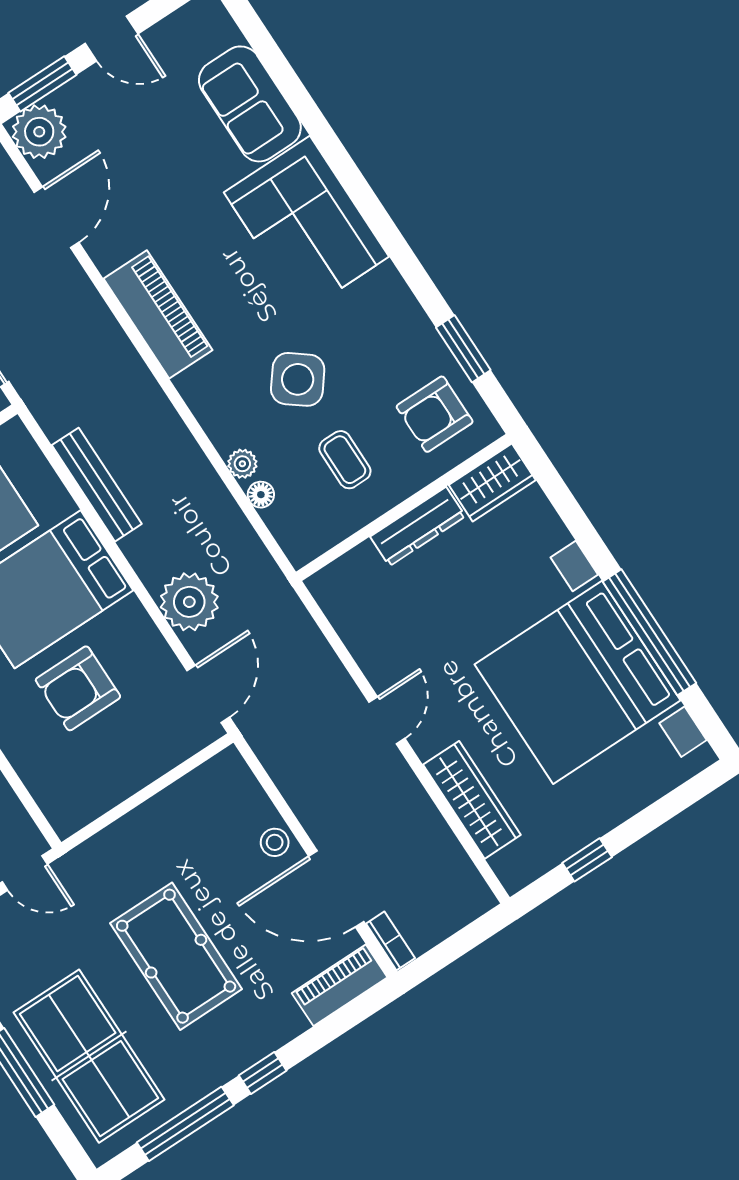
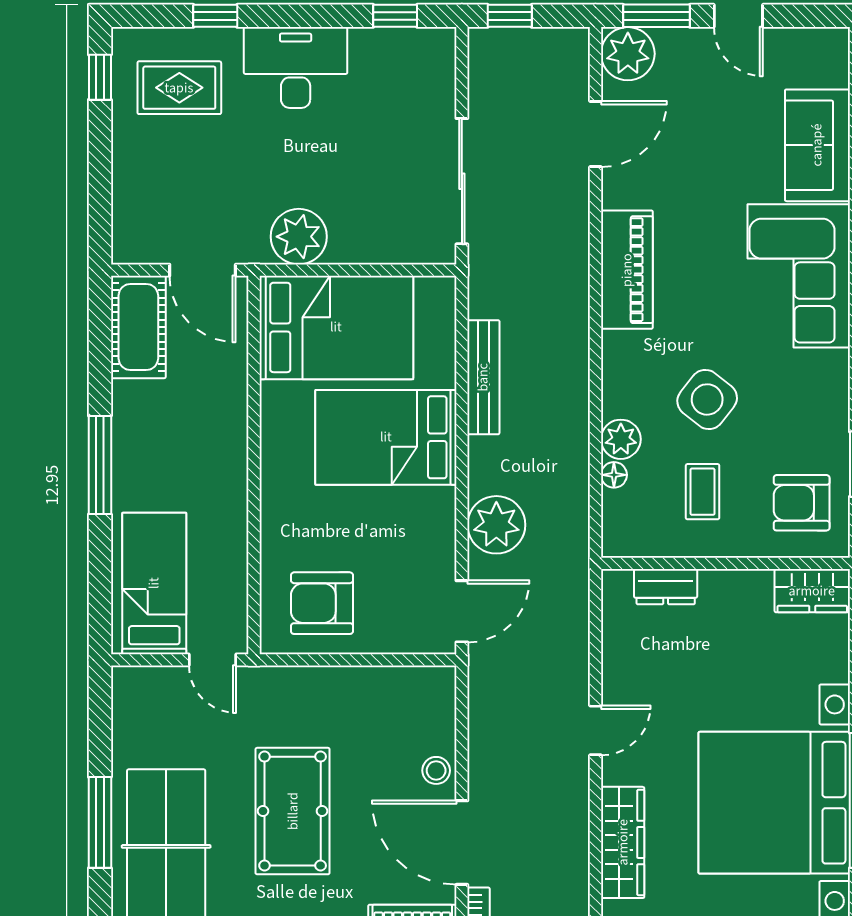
plant: (242, 464) -> (621, 439), width x1.38, depth x1.38
dresser: (418, 526) -> (666, 587), moved, width x0.70
armchair: (78, 688) -> (322, 603), moved

